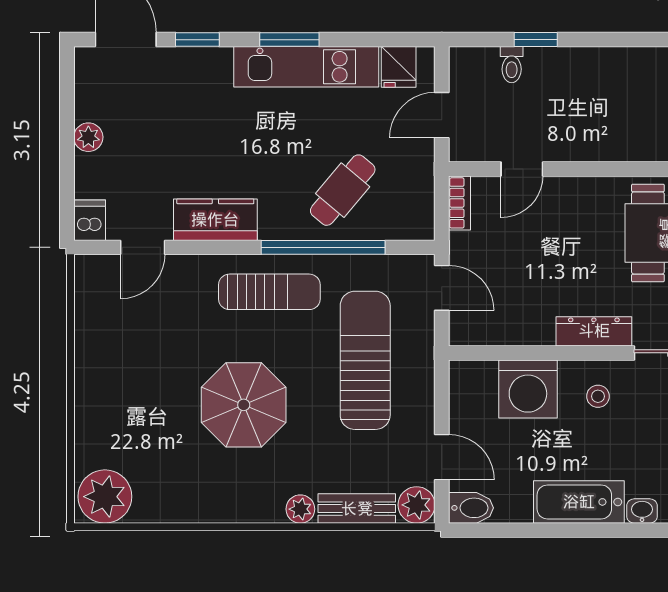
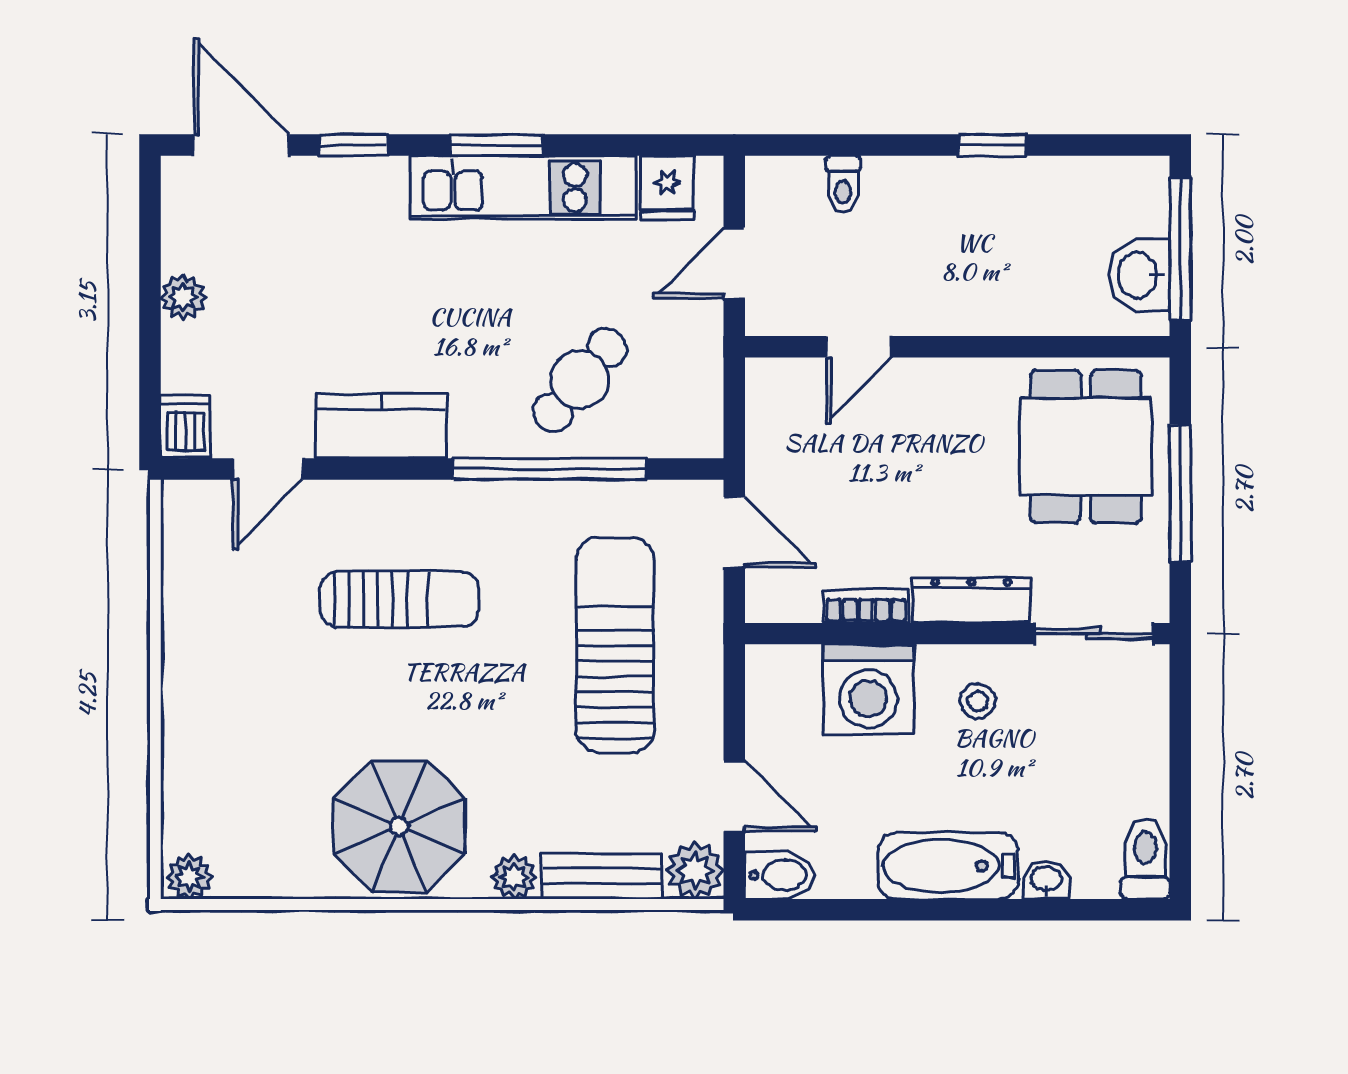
window: (536, 40) -> (993, 145), moved
bookcase: (459, 203) -> (866, 606), moved, turned -90
sun lounger: (269, 292) -> (399, 599), moved
parasol: (244, 405) -> (399, 827), moved
plant: (105, 497) -> (190, 877), width x0.53, depth x0.53

